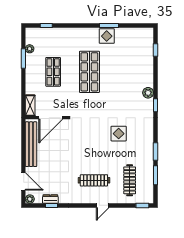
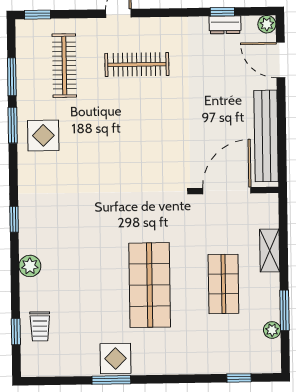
trolley: (144, 52) -> (40, 326), added
plant: (148, 93) -> (30, 266), moved
shelving: (30, 106) -> (270, 251), moved
display table: (119, 134) -> (43, 135), moved

